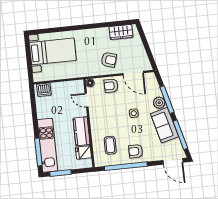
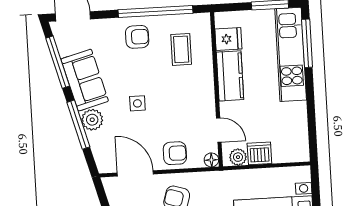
plant: (75, 85) -> (238, 157), added
dishwasher: (44, 90) -> (259, 153), moved

